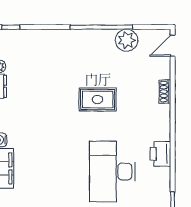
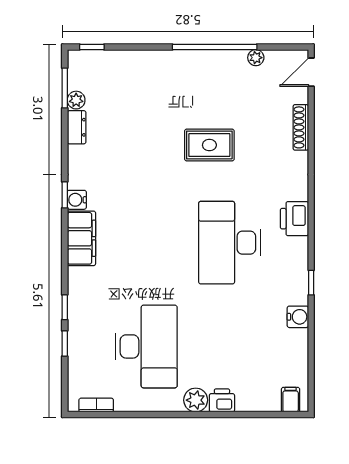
plant: (127, 40) -> (256, 58), width x0.53, depth x0.53
shoe rack: (165, 92) -> (301, 127), width x1.43

